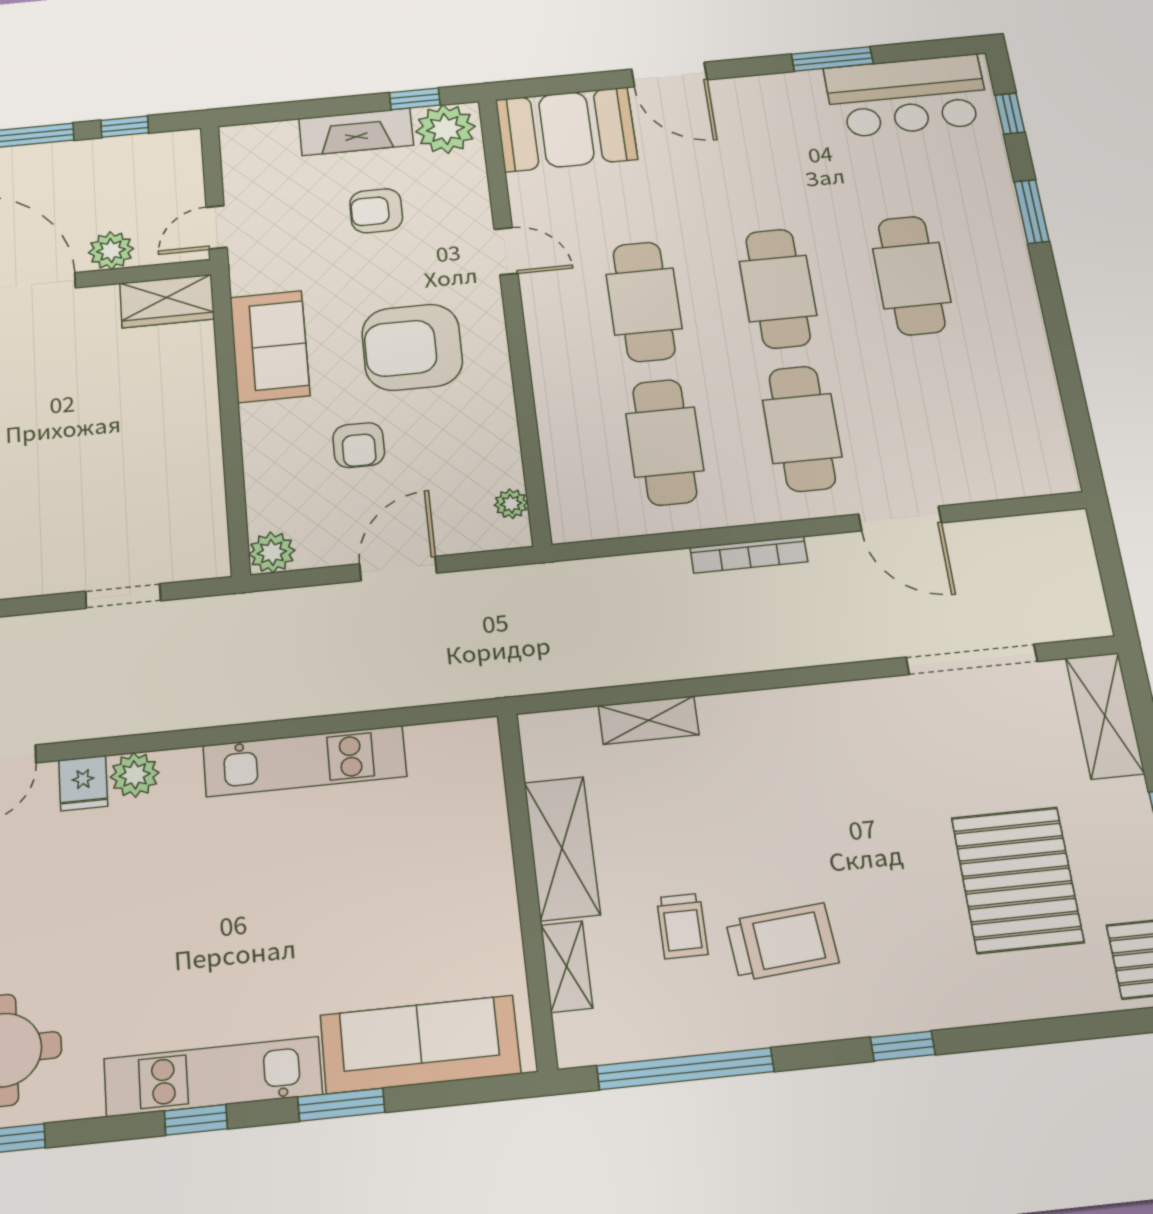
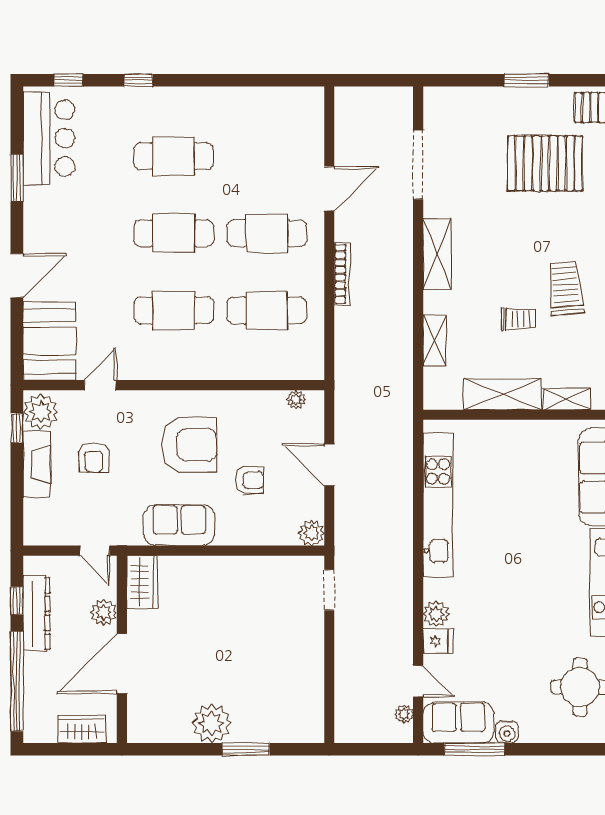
dresser: (104, 156) -> (36, 613), added
window: (1032, 212) -> (138, 80), width x0.67
door: (506, 251) -> (100, 385), moved
armchair: (412, 347) -> (189, 445), turned -90
doorway: (123, 596) -> (329, 590), moved
shelving: (1105, 716) -> (437, 254), moved, turned 90
kitchen unit: (305, 761) -> (438, 505), width x1.36
trolley: (682, 926) -> (518, 319), moved

